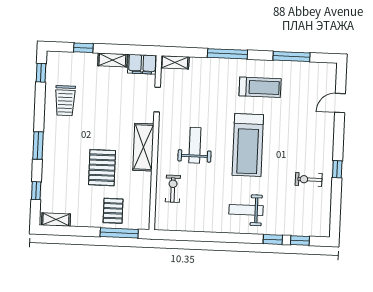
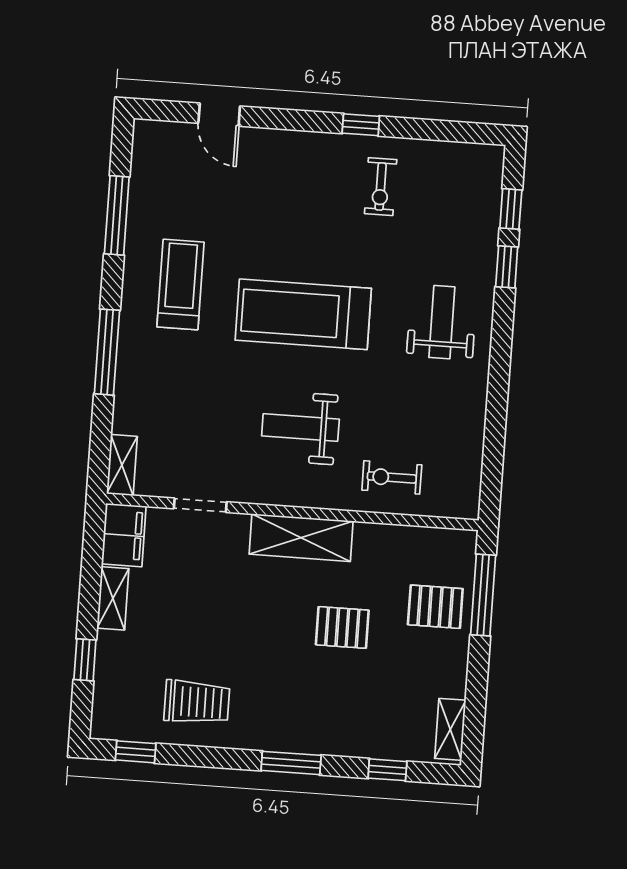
treadmill: (248, 145) -> (303, 314), turned 180
pallet: (102, 168) -> (342, 627), width x0.67, depth x0.71
weight bench: (246, 210) -> (442, 322), turned 180

